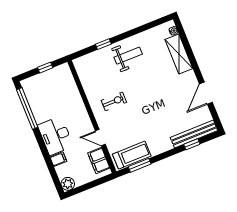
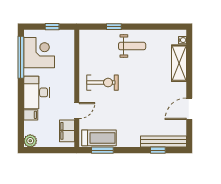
corner desk: (43, 97) -> (39, 53), added
exercise bike: (114, 101) -> (102, 83), width x1.38, depth x1.39
door: (100, 138) -> (77, 111), swing flipped

